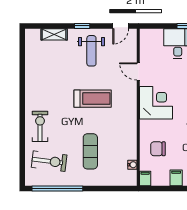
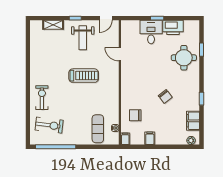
corner desk: (156, 103) -> (134, 79), removed
exercise mat: (90, 151) -> (98, 129), moved

